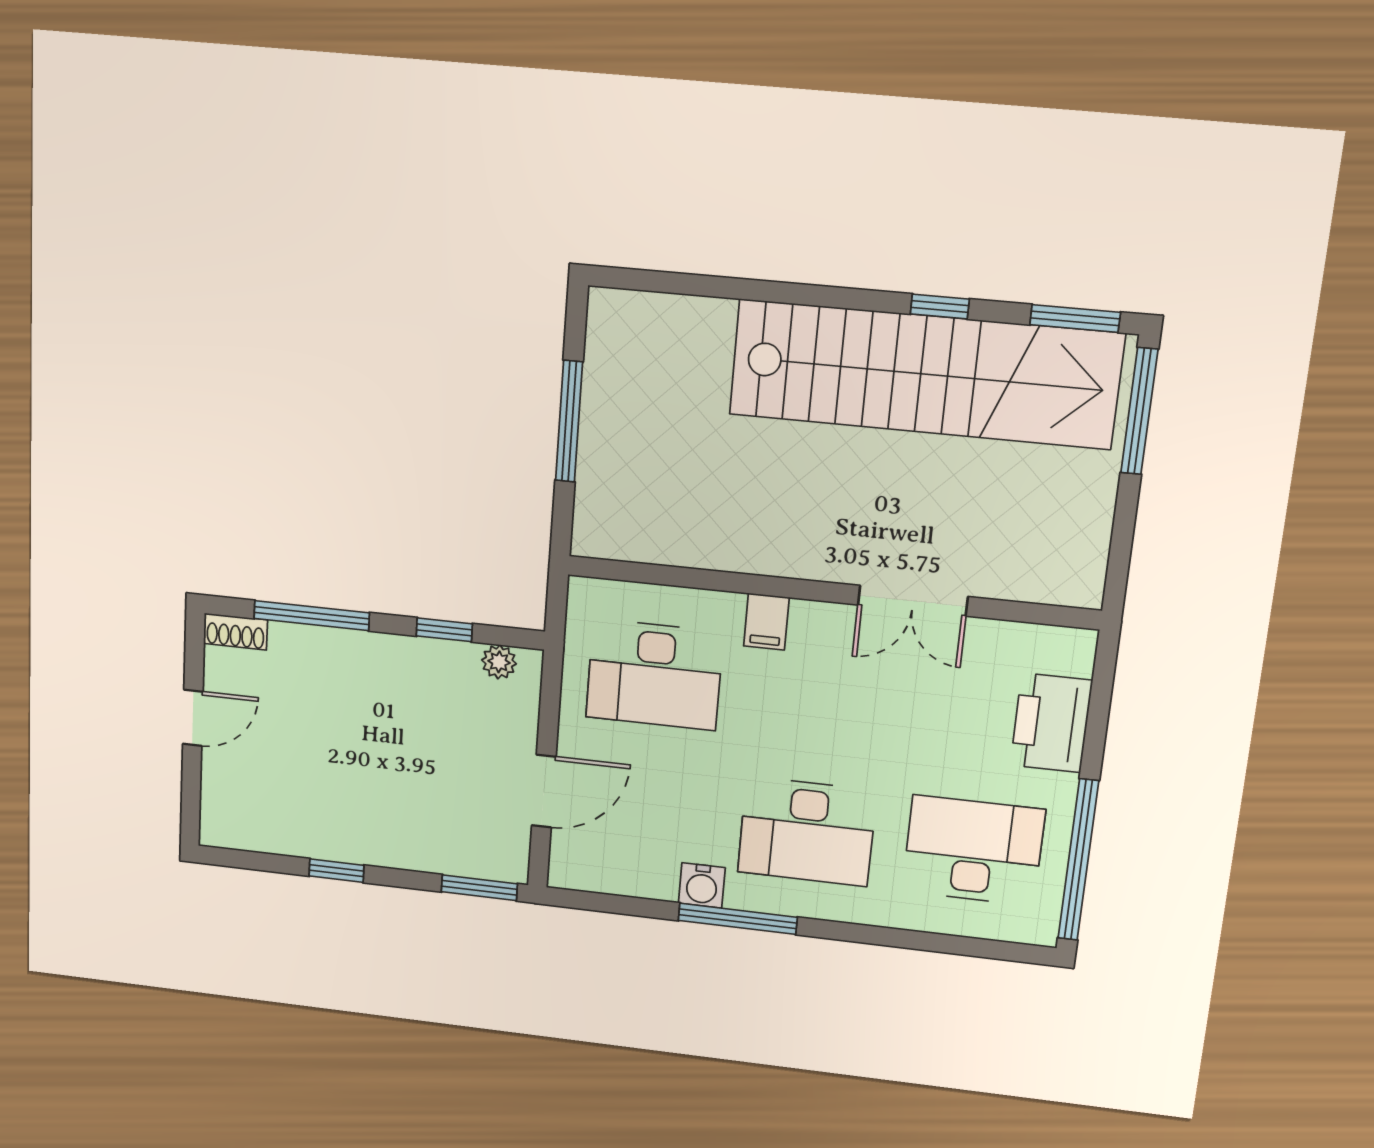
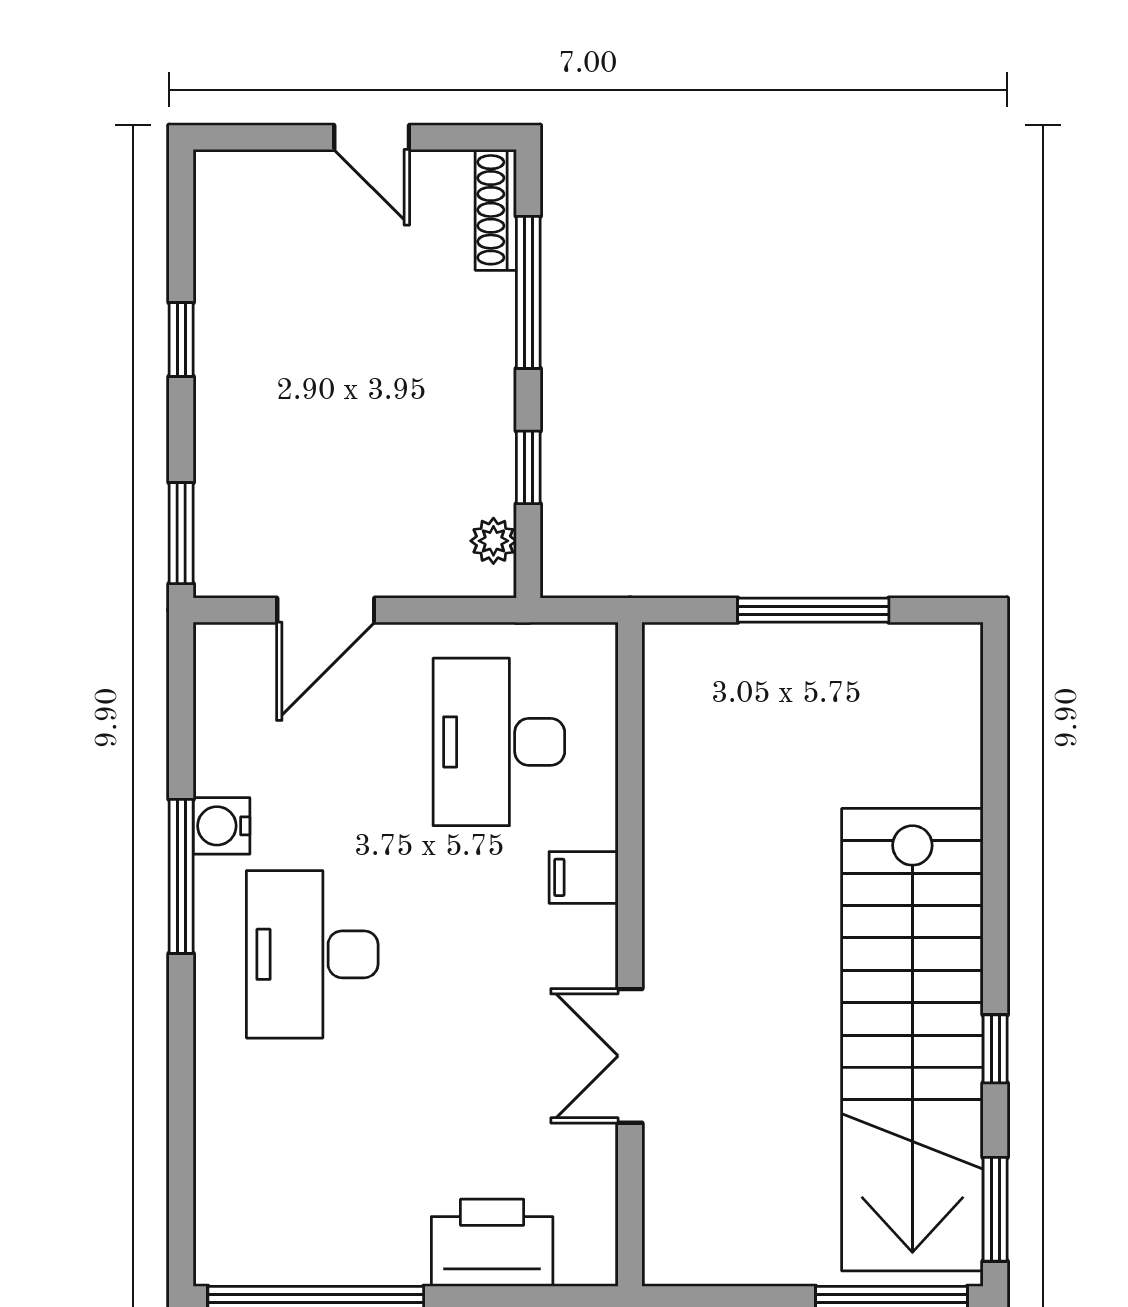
shoe rack: (235, 632) -> (496, 210), width x1.43
door: (544, 791) -> (326, 610), hinge flipped
desk: (973, 851) -> (312, 1167), removed

